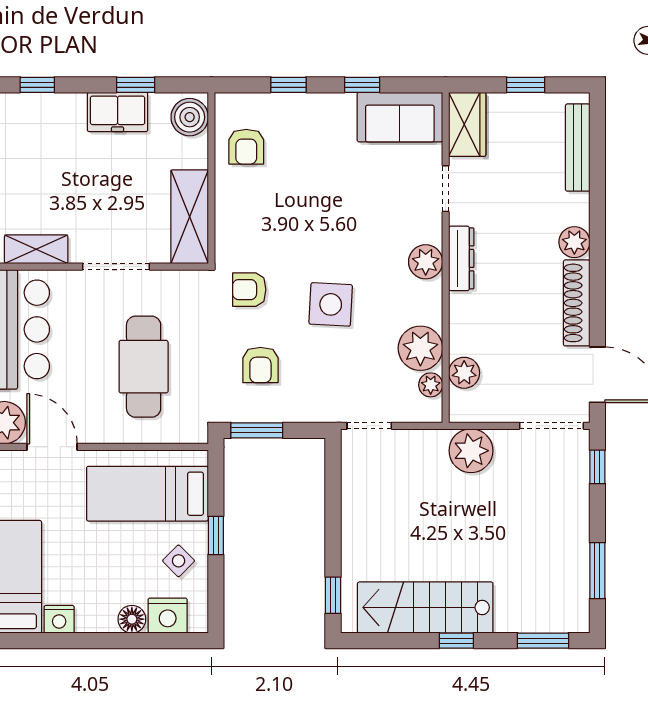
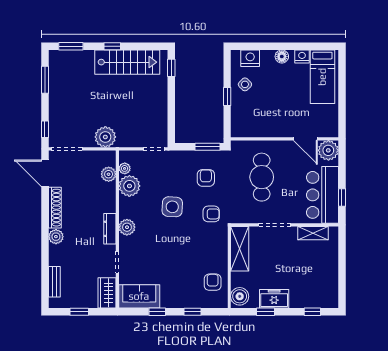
bench: (578, 148) -> (54, 282), width x0.73
bed: (147, 494) -> (260, 116), removed
floor lamp: (132, 619) -> (282, 56), moved

